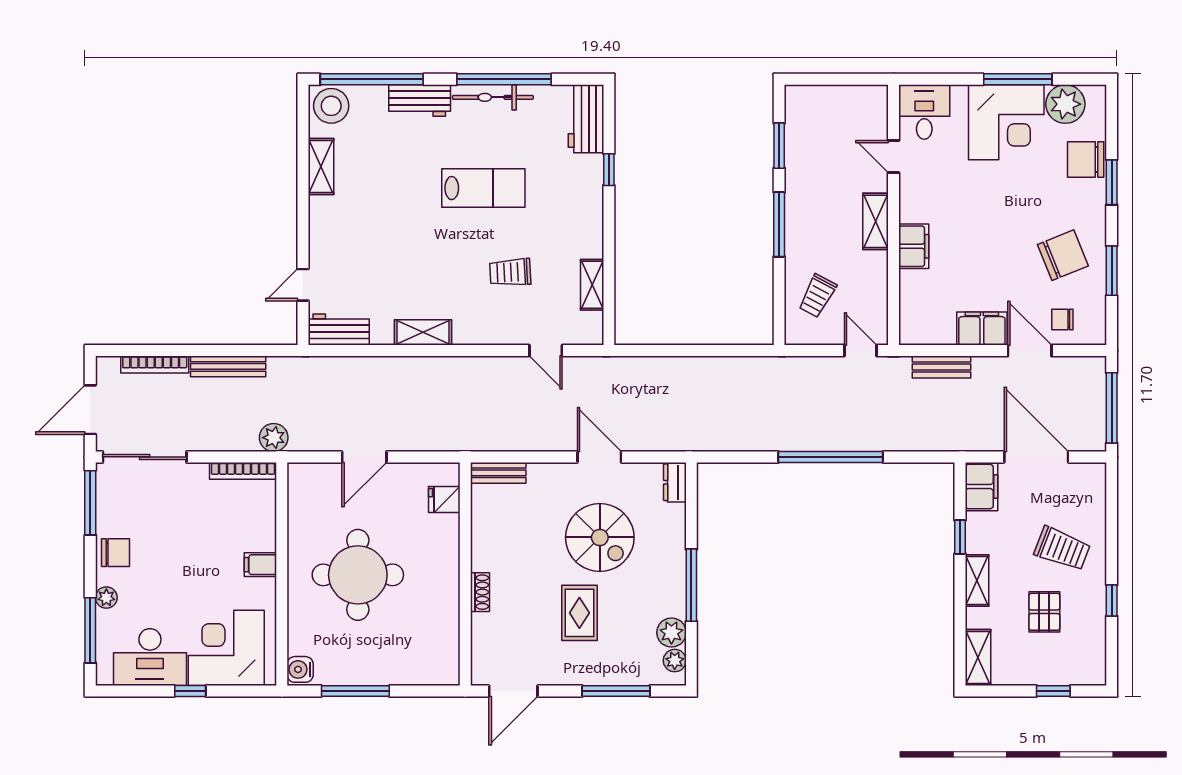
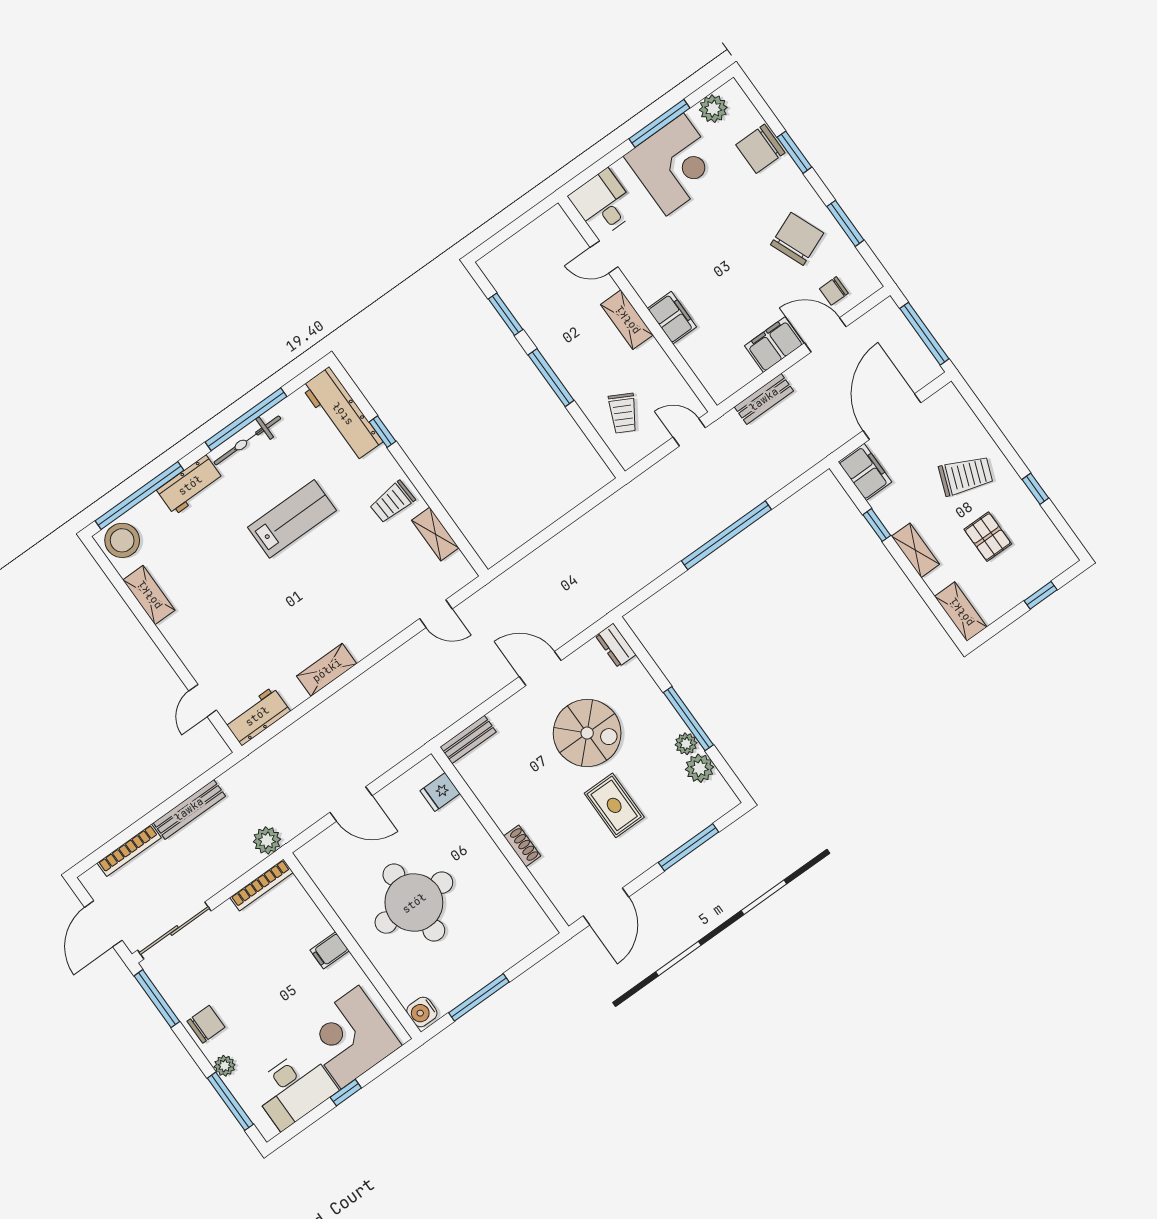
plant: (1065, 104) -> (713, 109), width x0.73, depth x0.73
workbench: (586, 119) -> (342, 414), width x1.38
trolley: (510, 272) -> (392, 502), moved
door: (364, 457) -> (351, 804), hinge flipped
door: (1036, 457) -> (892, 417), hinge flipped
plant: (675, 661) -> (686, 744), moved

